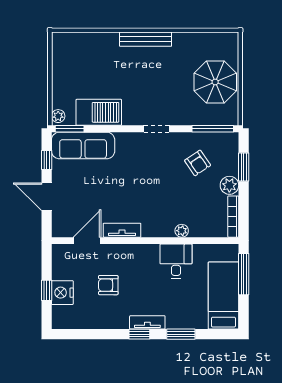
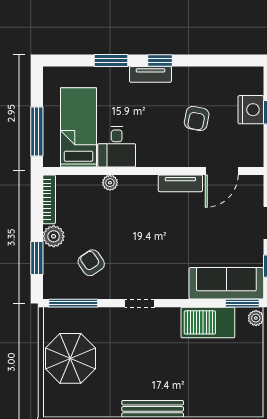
armchair: (108, 285) -> (197, 118), turned 101
bed: (223, 296) -> (78, 127), moved, turned 180

